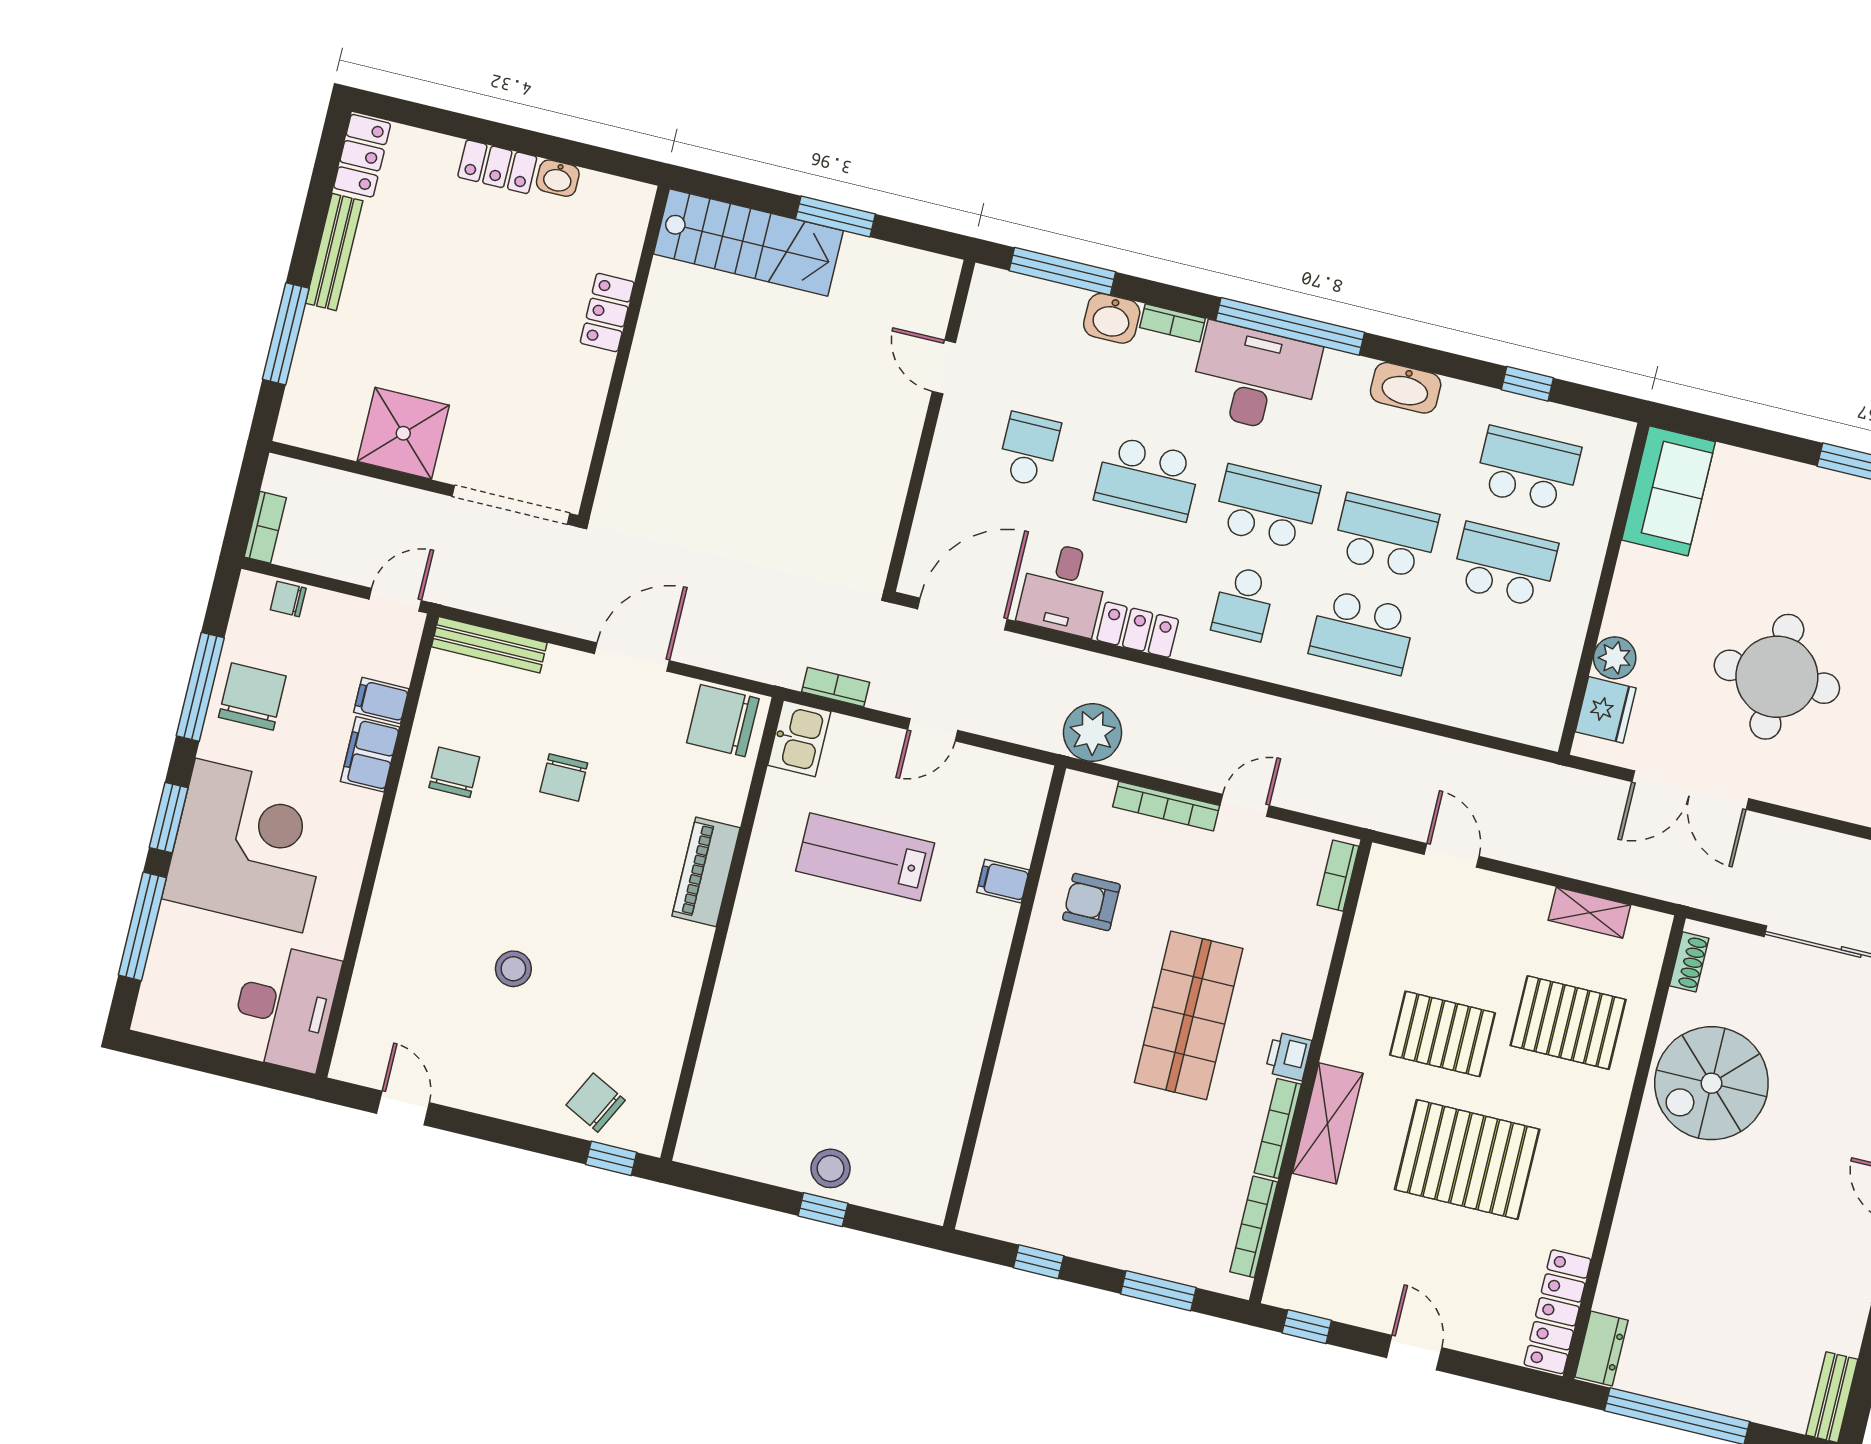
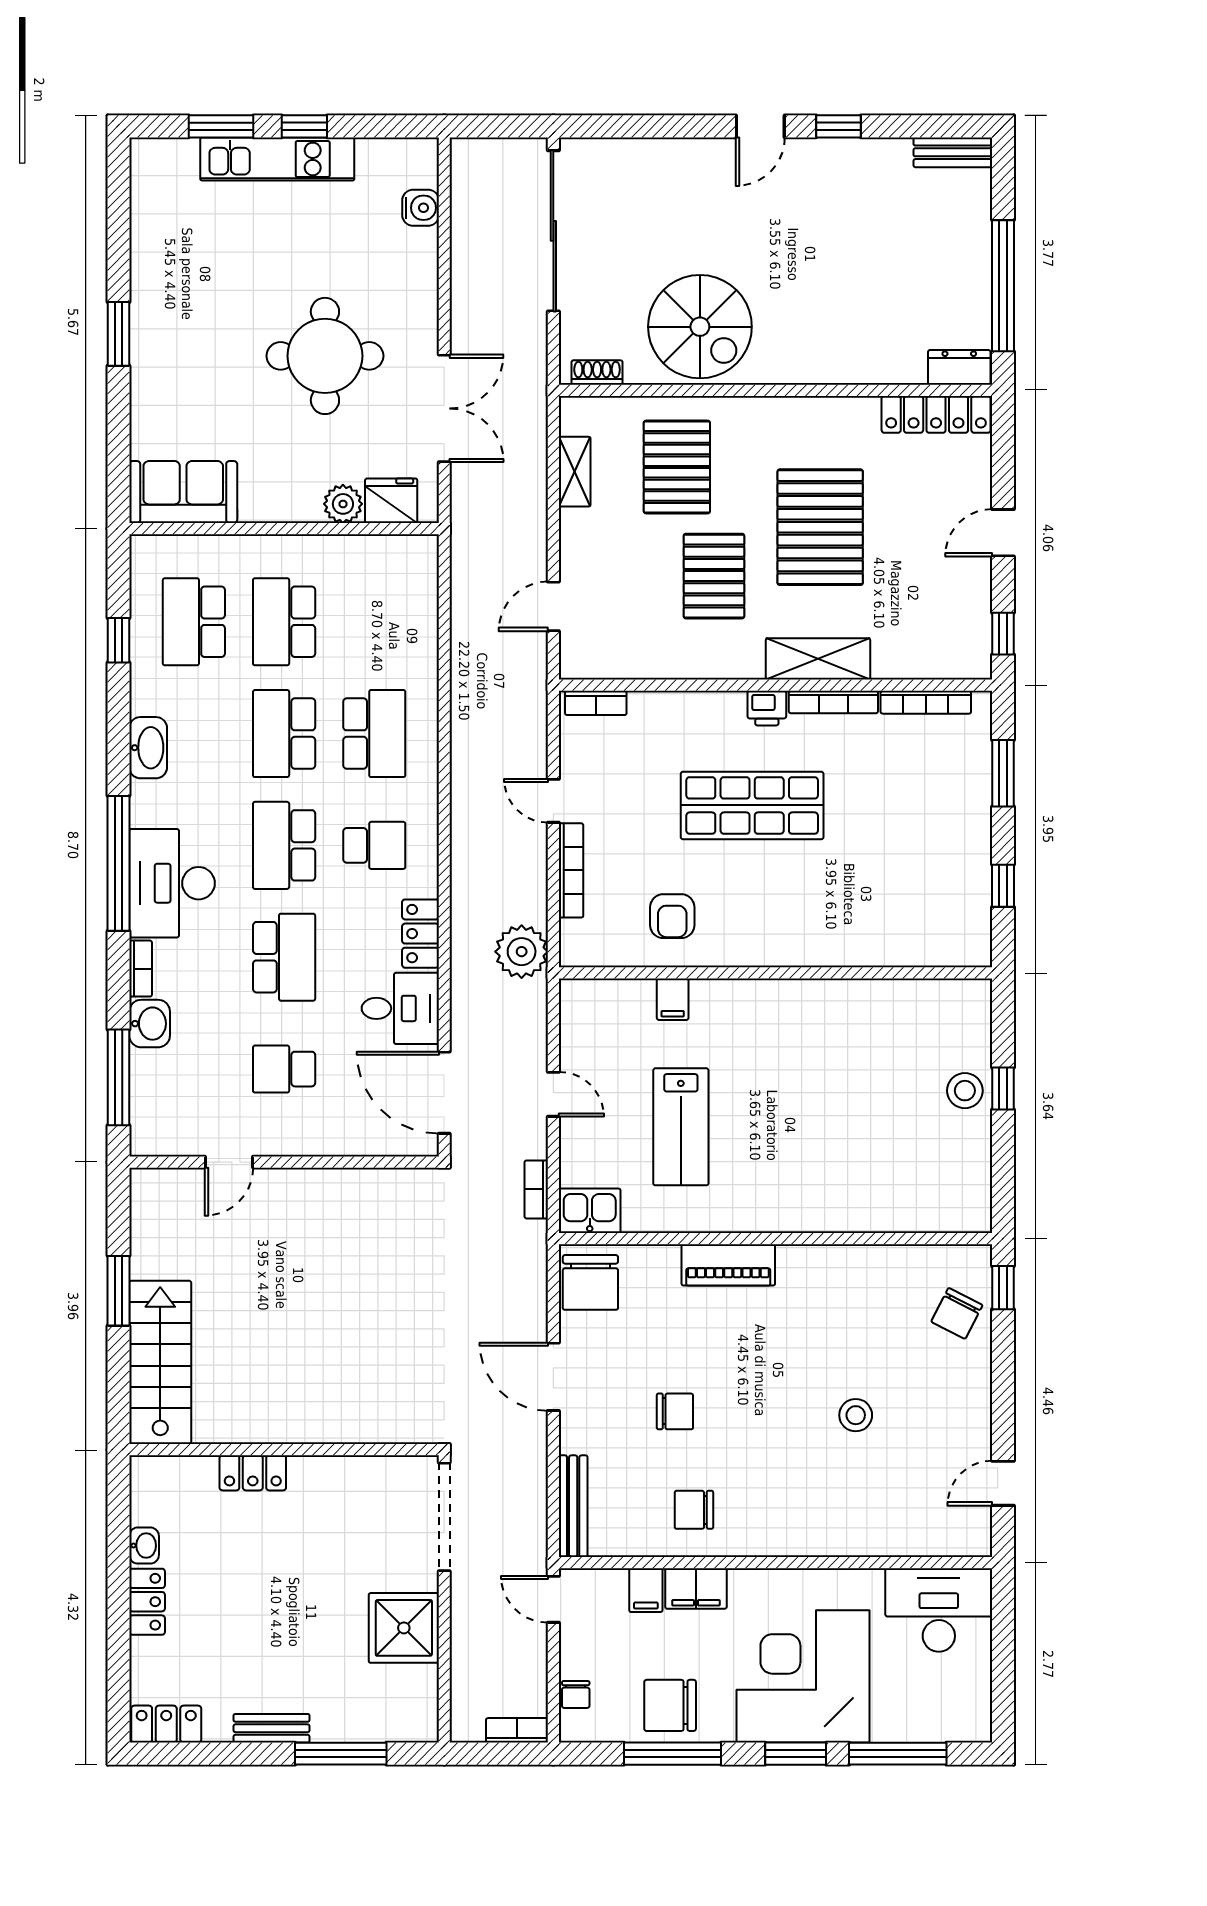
bench: (334, 252) -> (272, 1728), width x0.73

